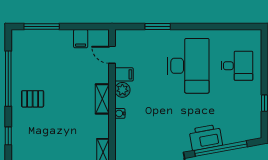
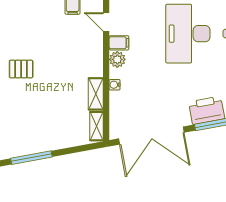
desk: (188, 66) -> (188, 34), turned 180
shelving: (102, 99) -> (96, 94), moved

